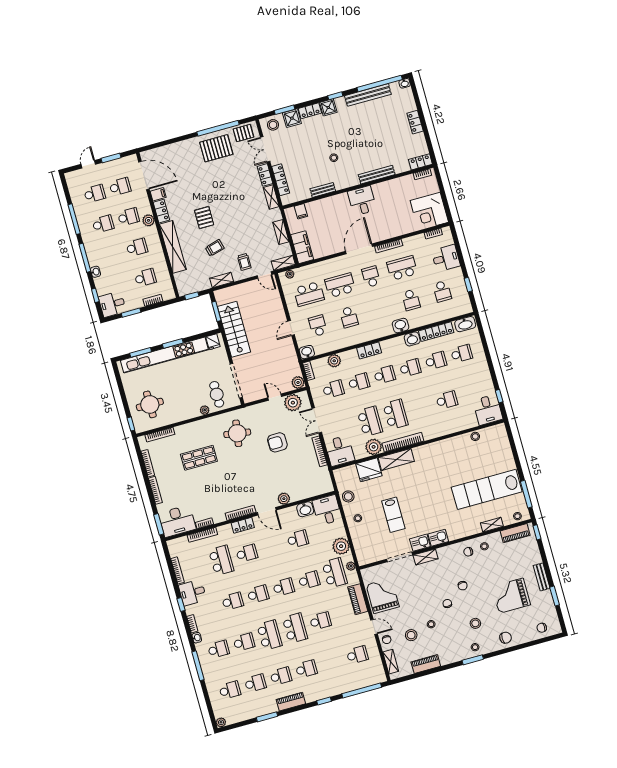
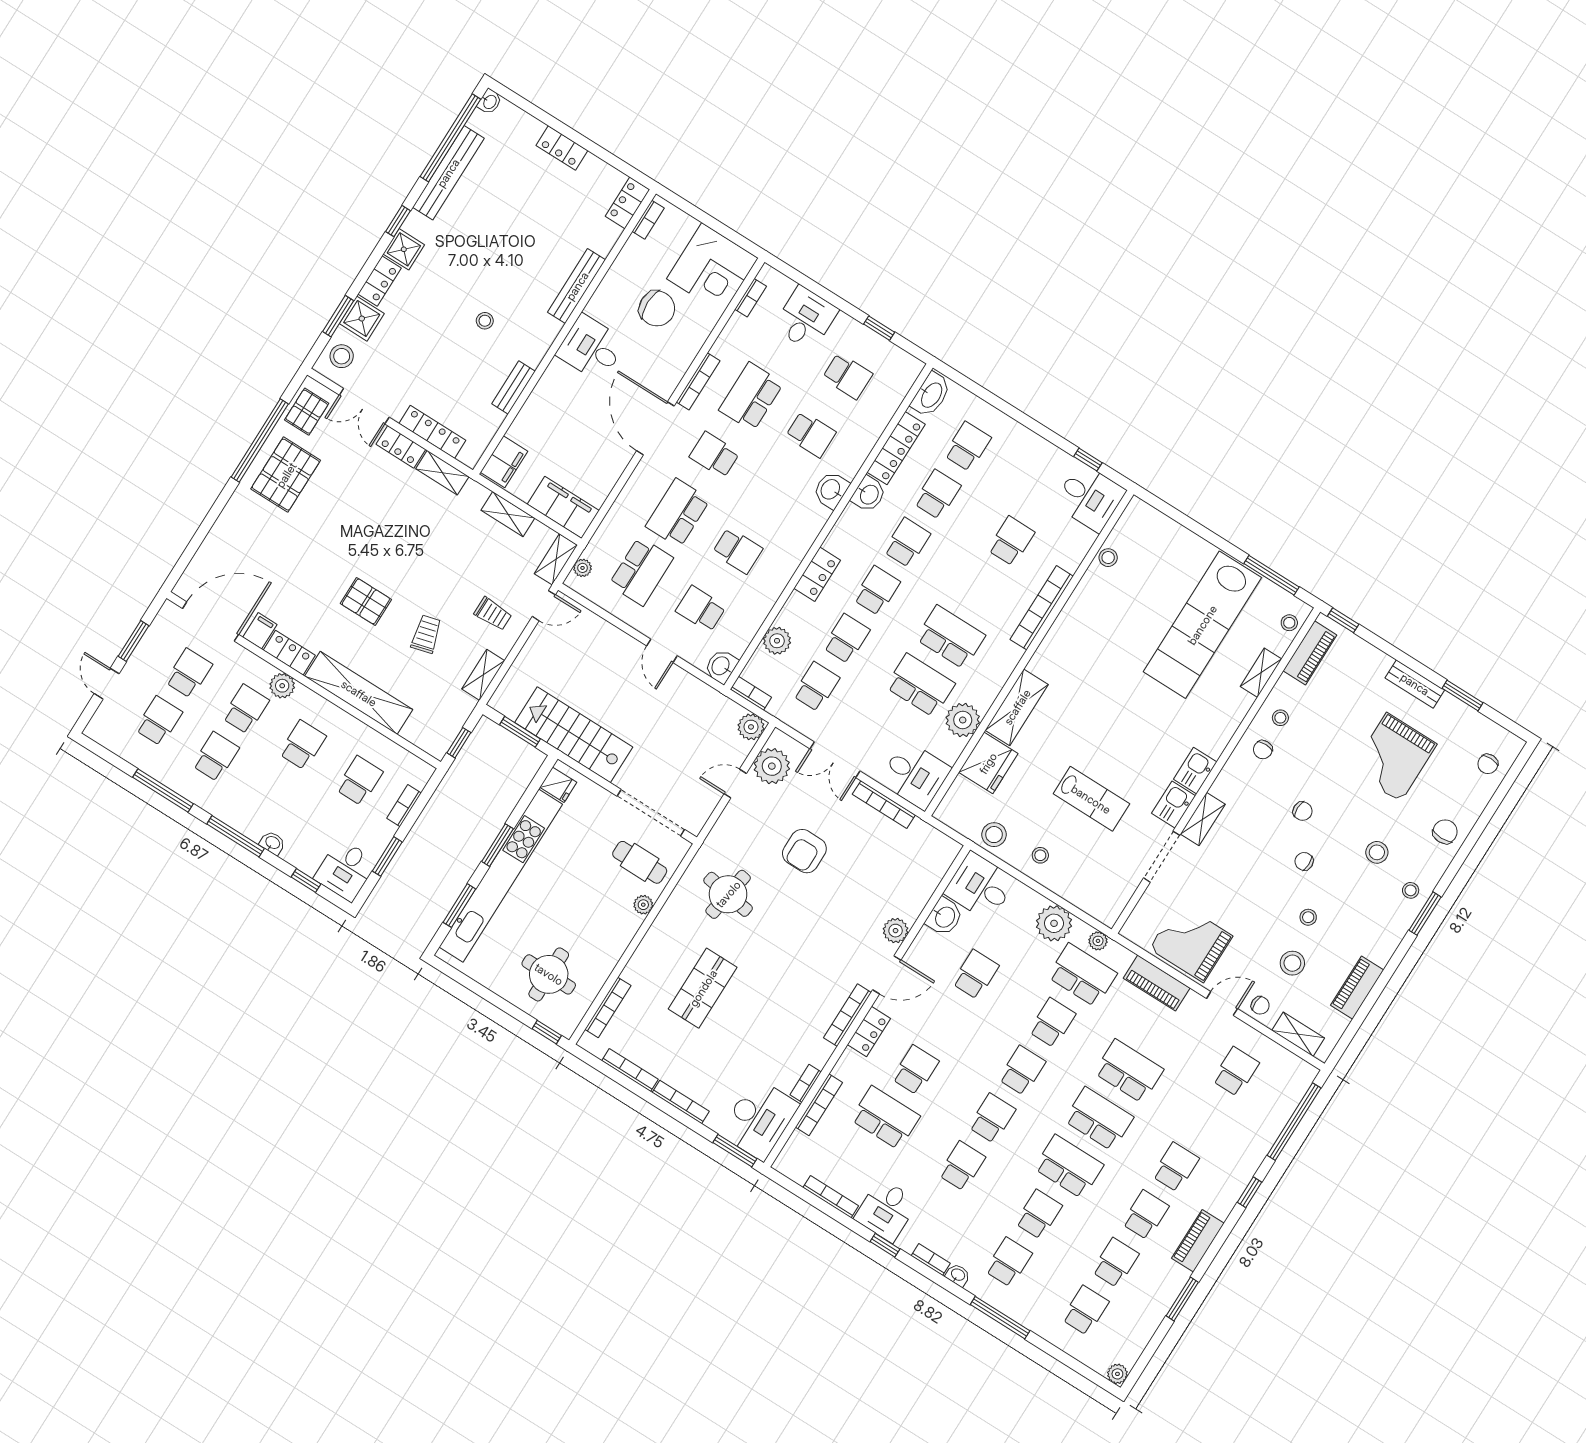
chair: (397, 208) -> (657, 308), added
filing cabinet: (301, 211) -> (504, 462), width x2.00
bookcase: (403, 442) -> (1042, 608), moved
school desk: (320, 621) -> (1129, 1071), width x1.85

